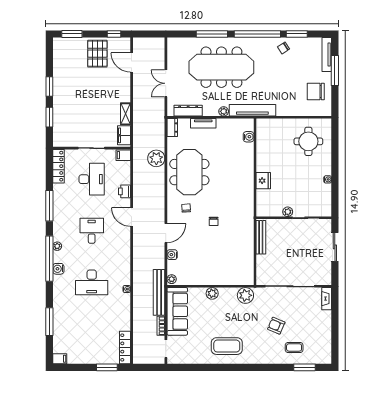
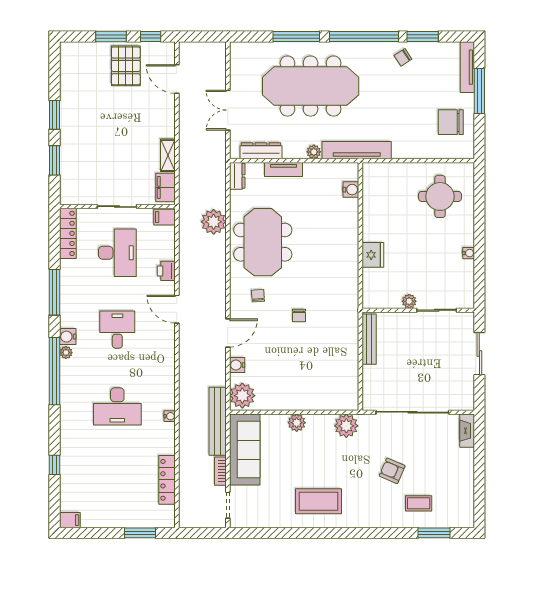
window: (72, 34) -> (111, 37), moved
water cooler: (58, 269) -> (68, 337), moved
plant: (172, 279) -> (242, 396), width x1.88, depth x1.88
window: (49, 322) -> (54, 465), width x0.46
locker: (125, 347) -> (167, 480), moved

